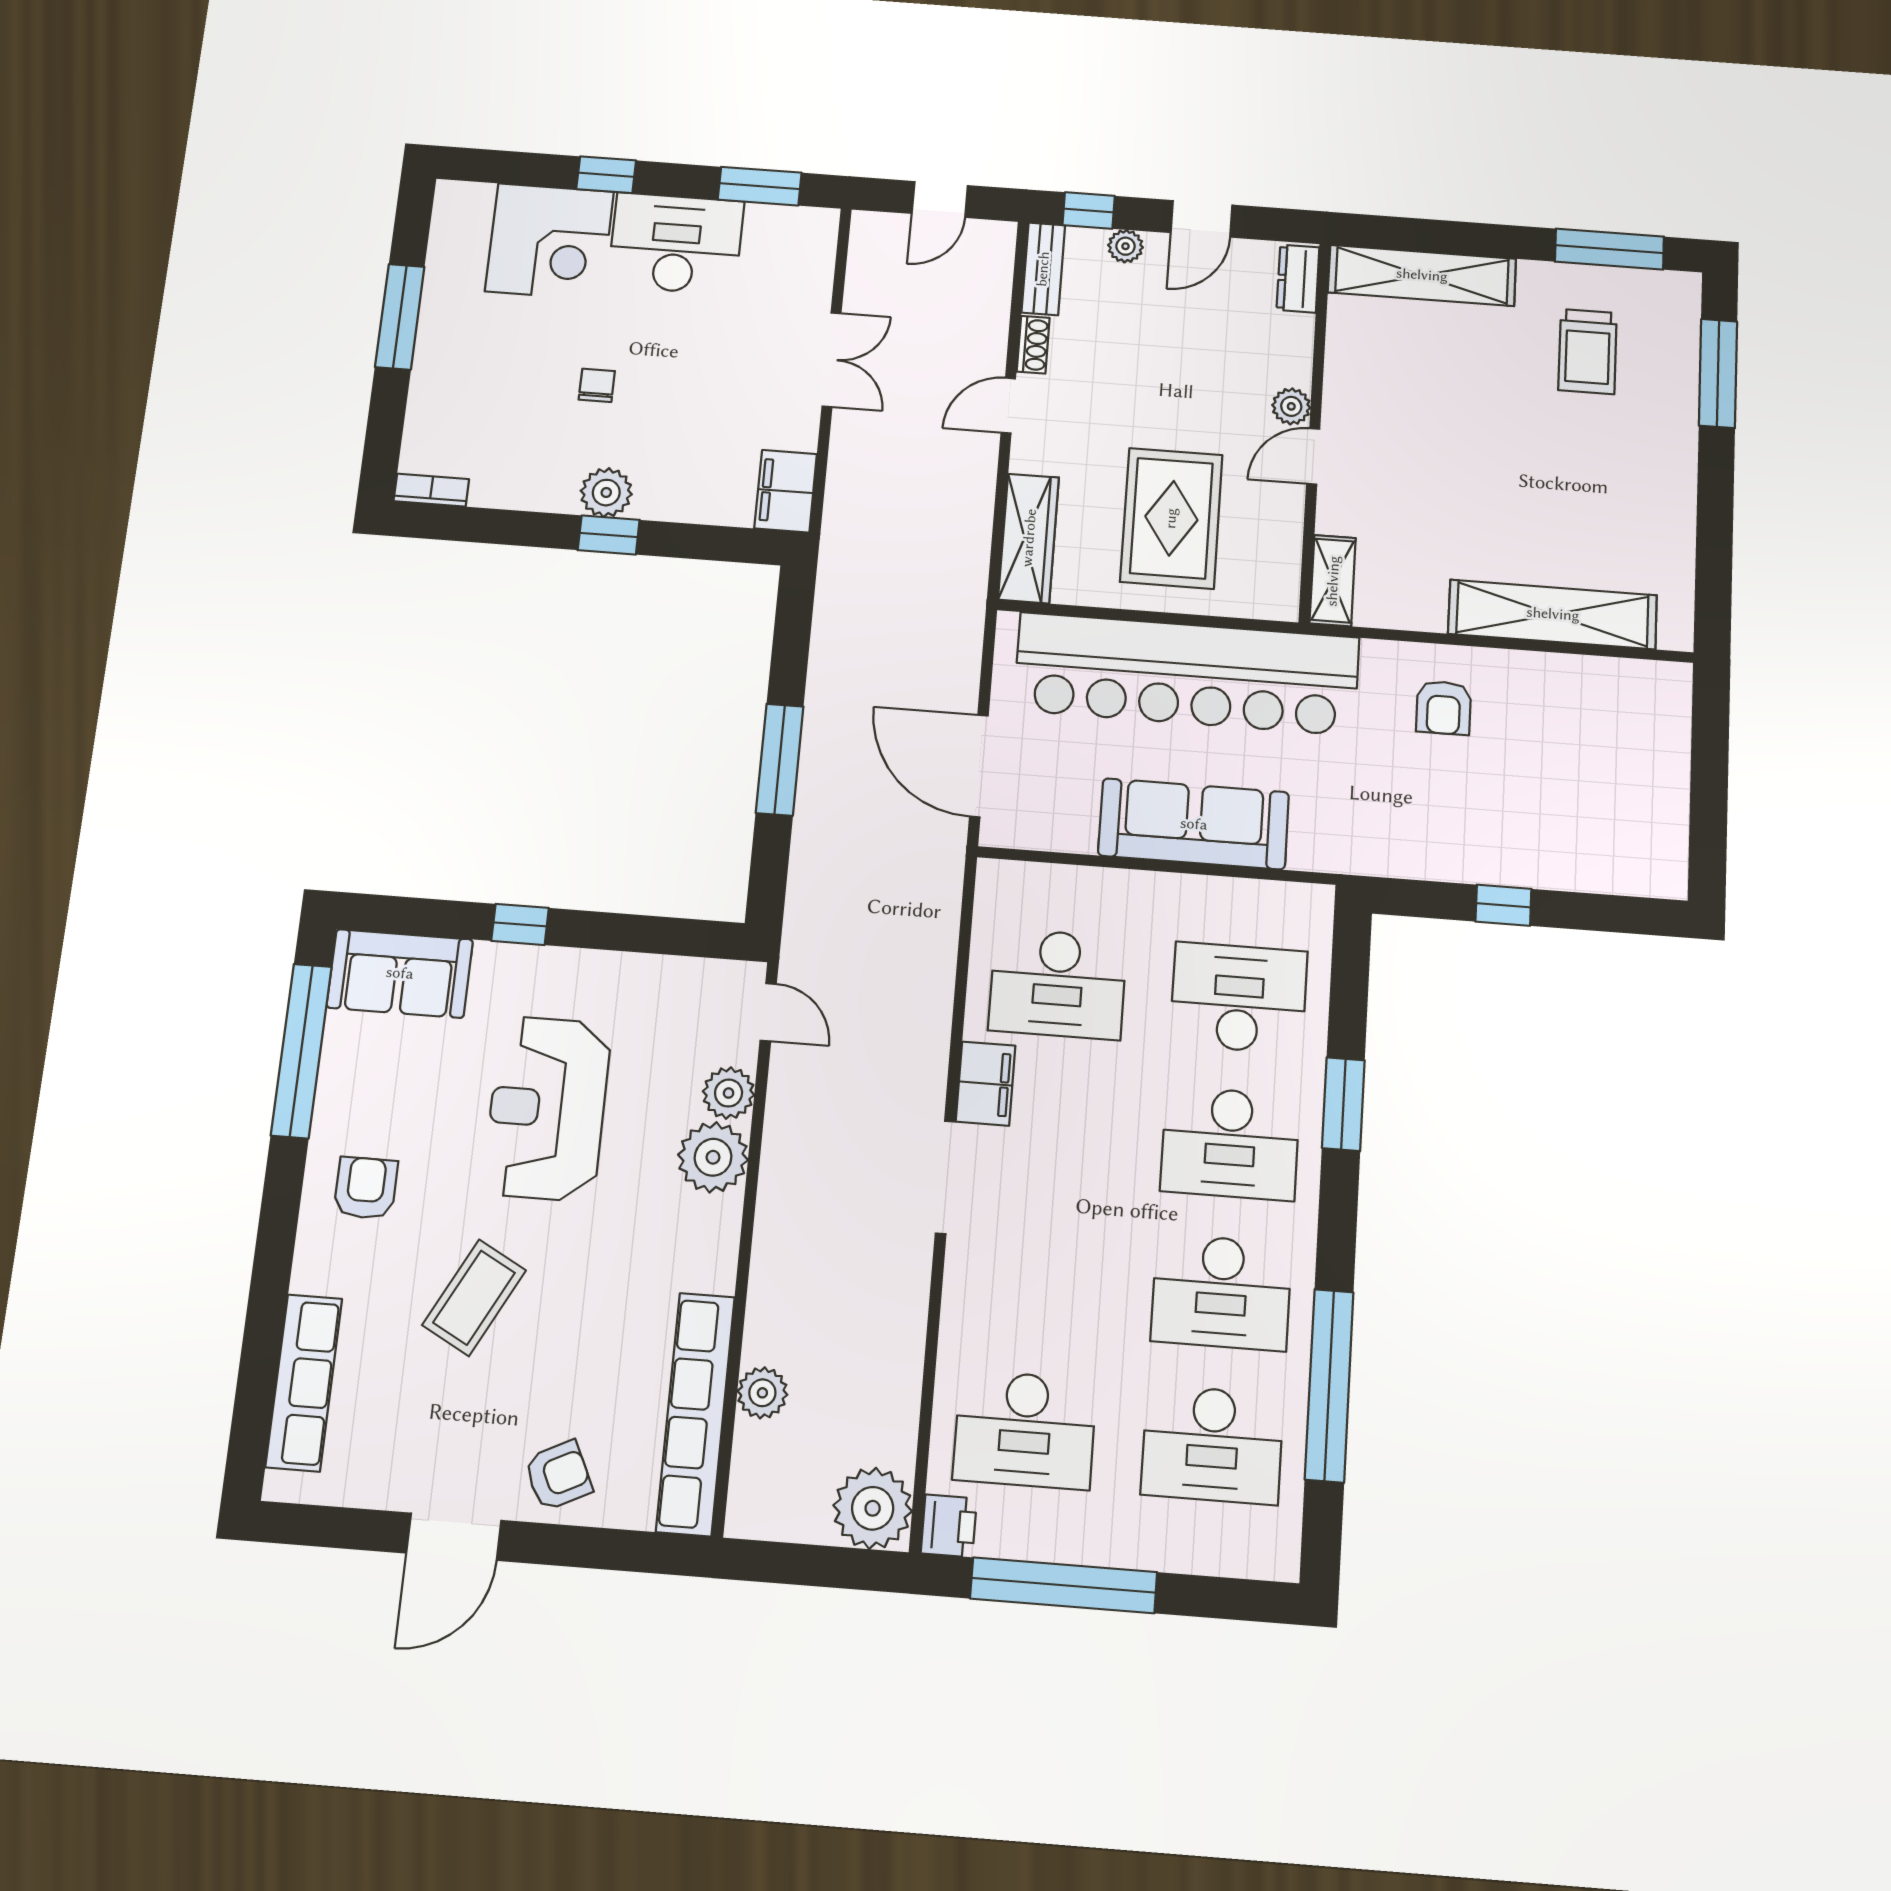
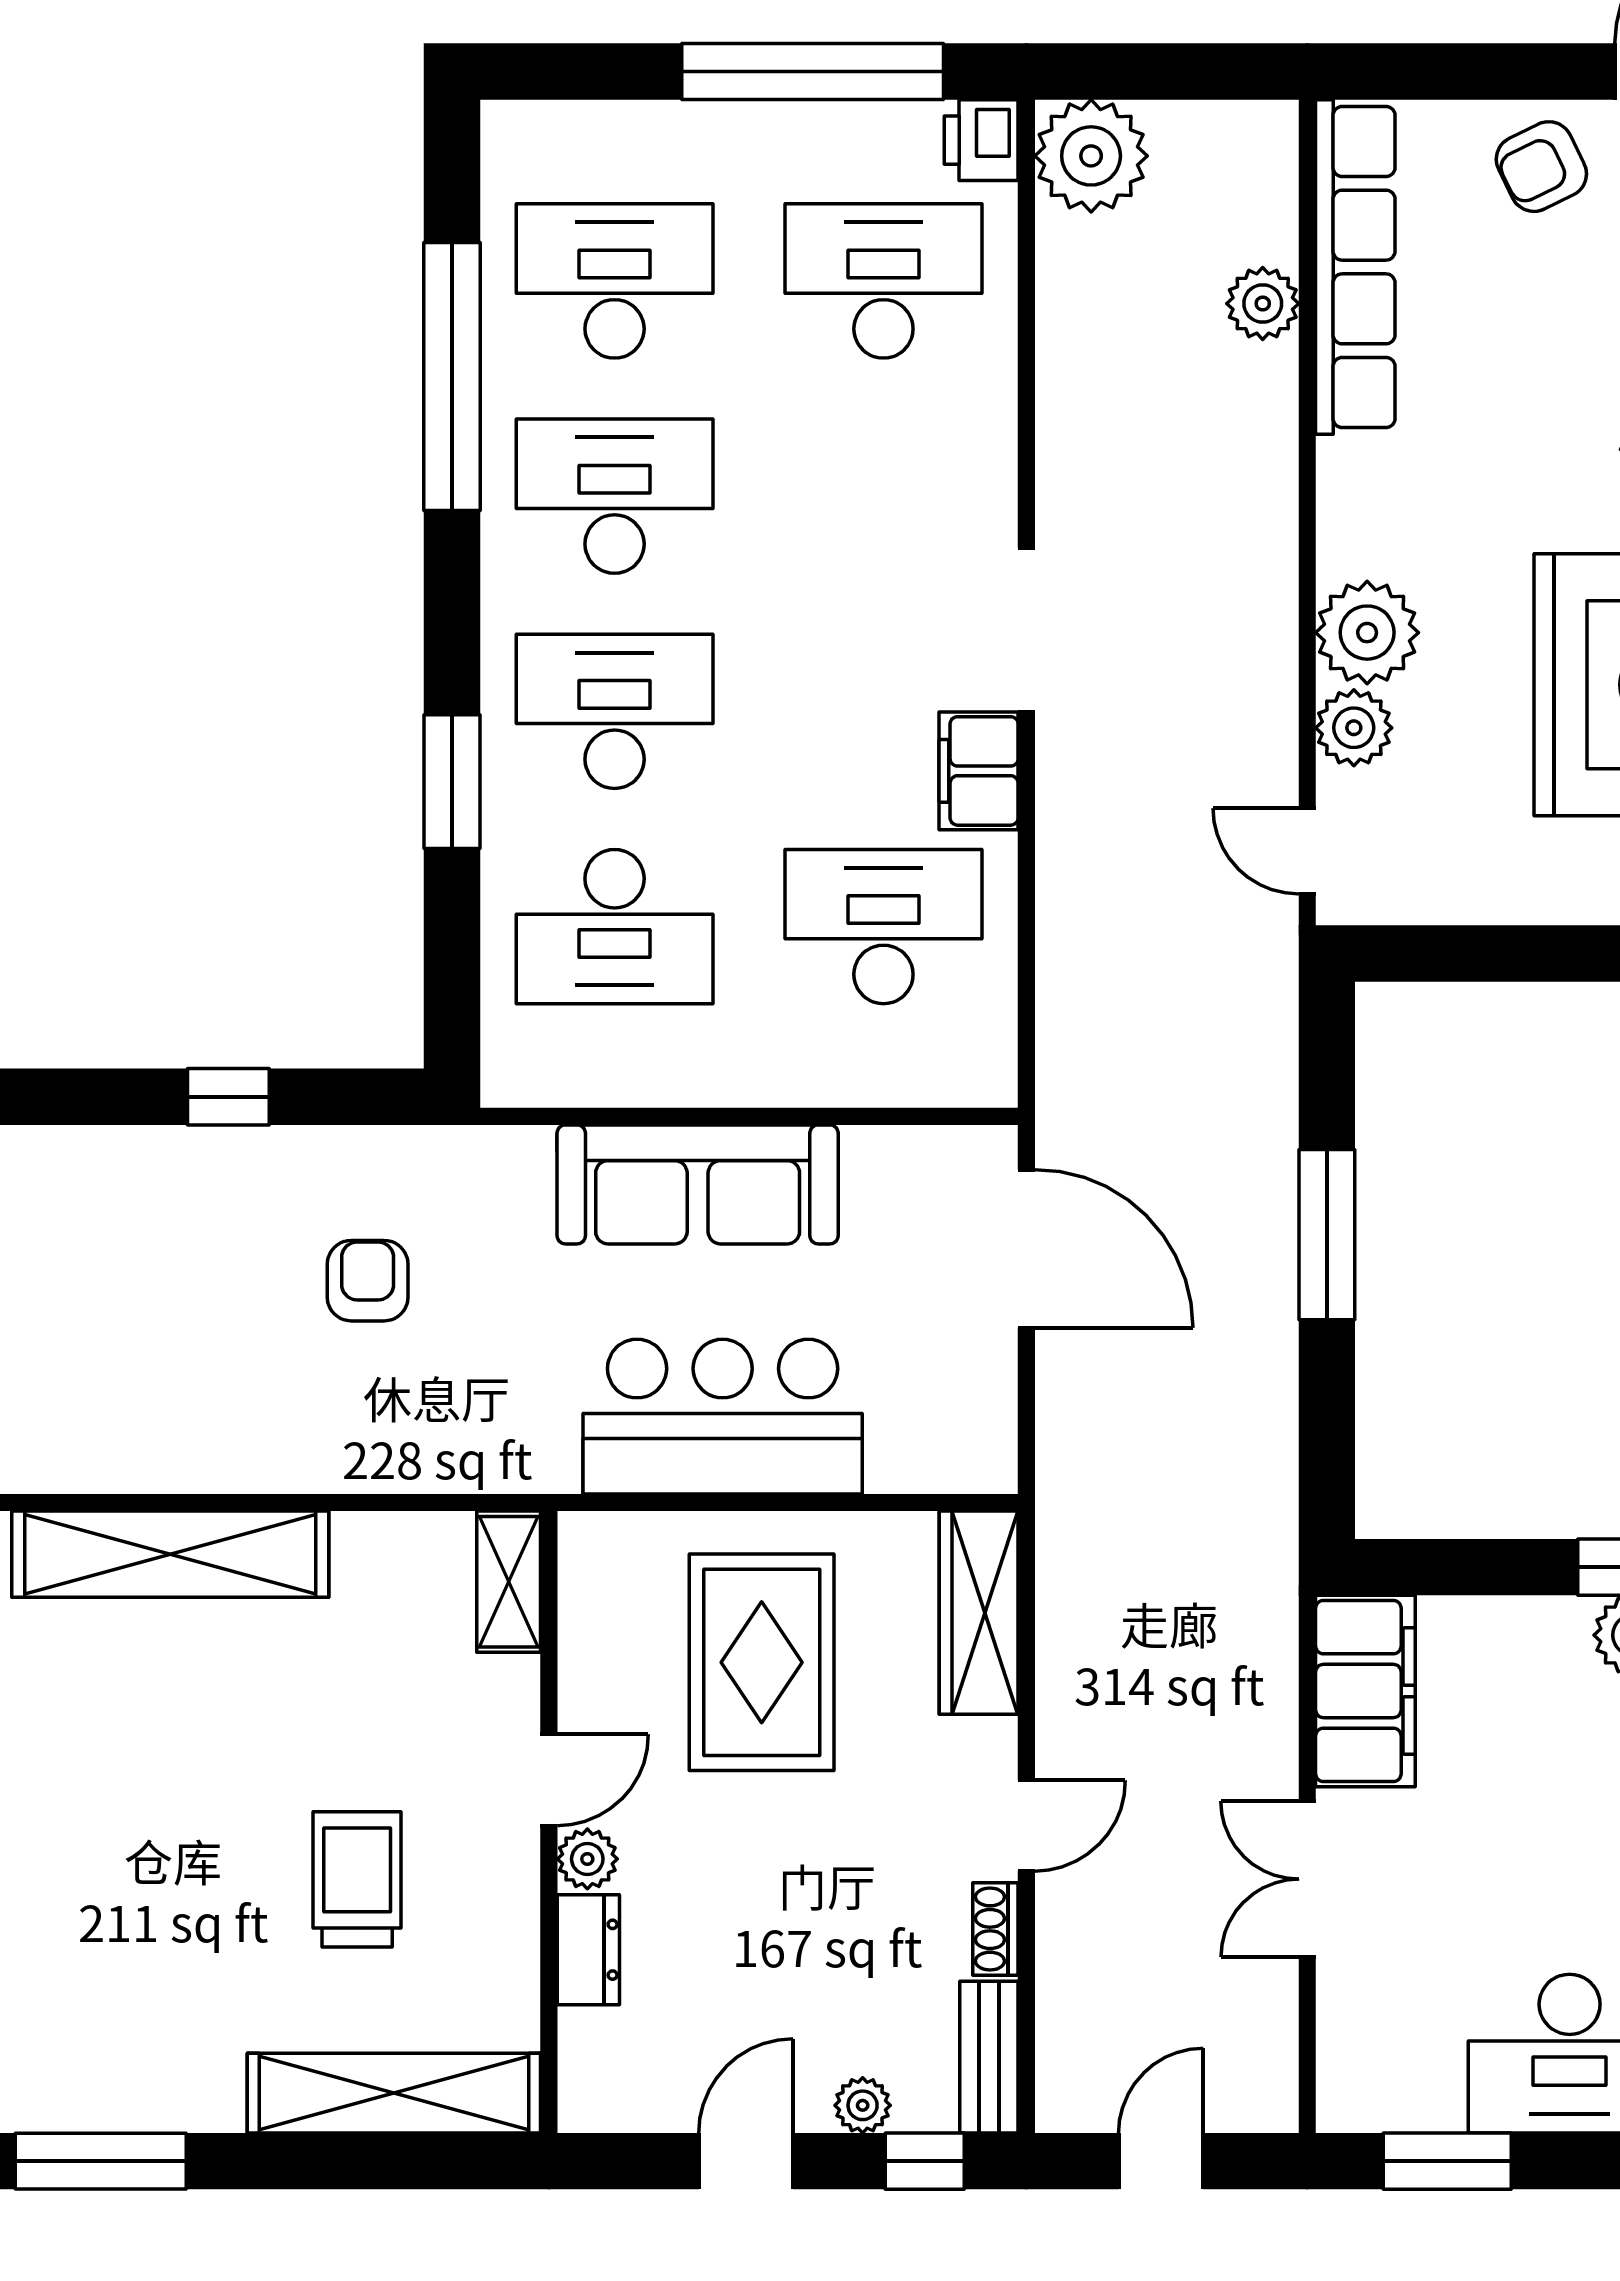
dresser: (1298, 279) -> (588, 1950), moved
trolley: (1587, 351) -> (357, 1879), moved
filing cabinet: (786, 491) -> (1365, 1691), width x1.50, depth x1.17
bar counter: (1187, 674) -> (723, 1417), width x0.54
armchair: (1444, 708) -> (368, 1281), moved

